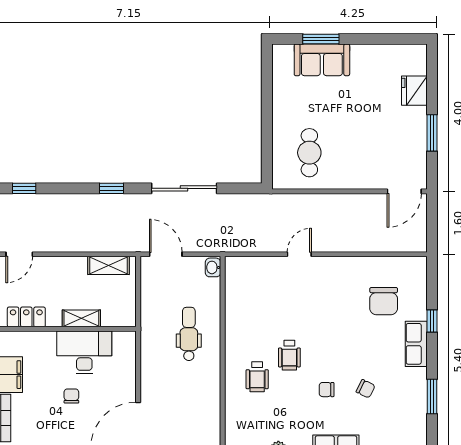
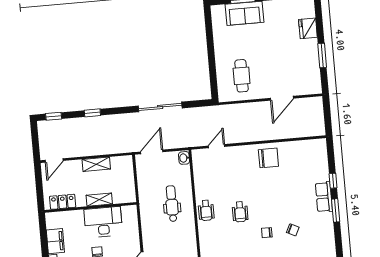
window: (111, 188) -> (92, 113), moved
door: (404, 191) -> (282, 98), moved
door: (166, 254) -> (152, 152), hinge flipped
door: (299, 254) -> (216, 146), moved
shelving: (109, 265) -> (96, 164), moved
chair: (384, 301) -> (268, 158), moved, turned -90
wheelchair: (257, 377) -> (206, 210), moved
window: (432, 396) -> (336, 210), moved

